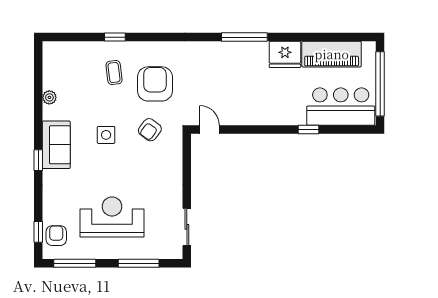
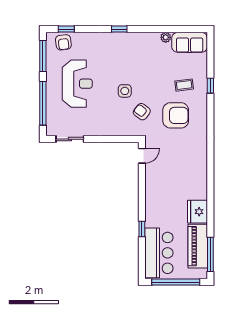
window: (244, 37) -> (210, 254), moved
side table: (106, 135) -> (125, 91), moved
sofa: (56, 145) -> (190, 42), moved
armchair: (56, 236) -> (63, 42), turned 83
window: (139, 263) -> (43, 103), width x1.46

